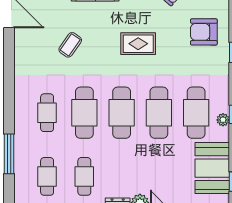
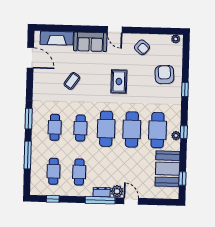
armchair: (204, 32) -> (164, 75), turned 86
rug: (138, 44) -> (119, 81), turned 90
window: (9, 101) -> (29, 119), added
cafe table: (84, 113) -> (80, 128), width x0.73, depth x0.74

